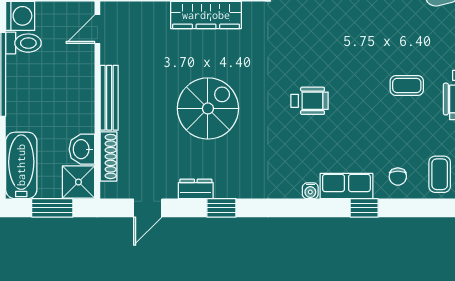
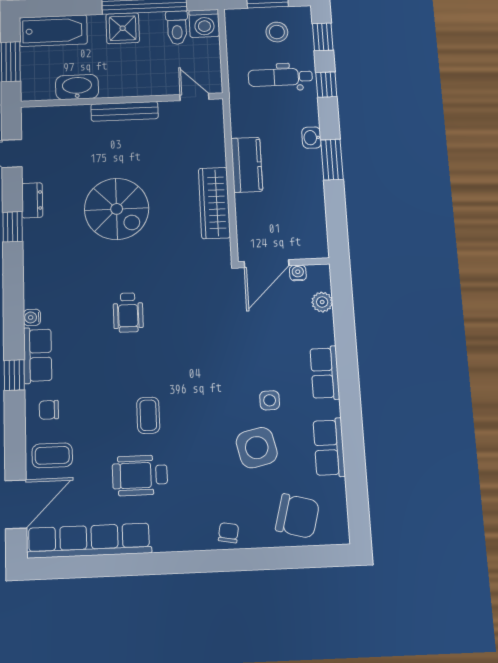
washbasin: (82, 149) -> (77, 87), width x1.38
shoe rack: (108, 156) -> (64, 113), removed
shower: (78, 182) -> (123, 28), moved

